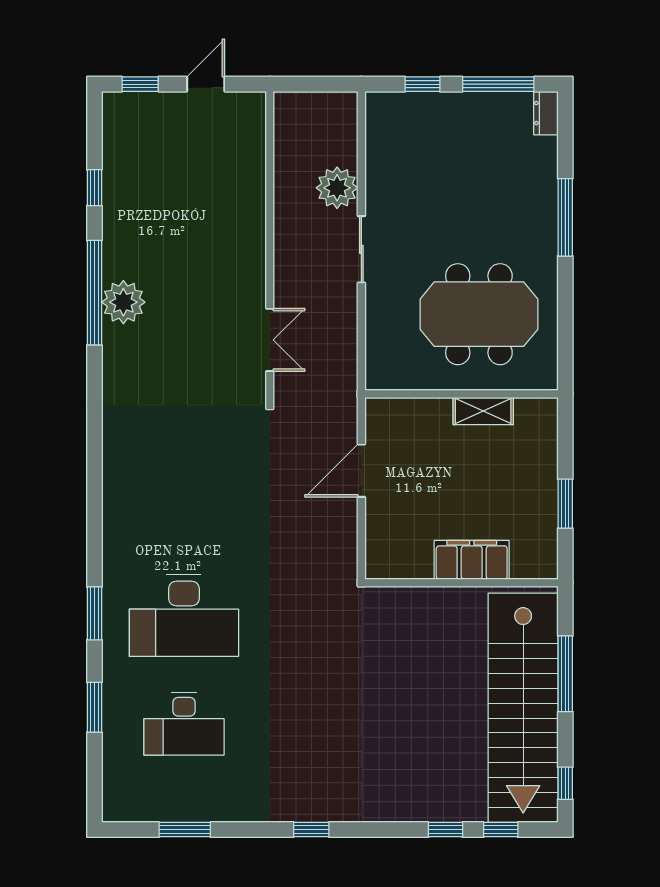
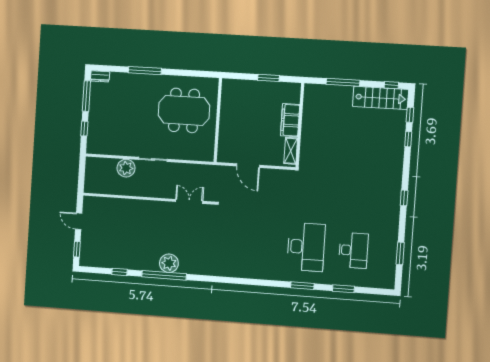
meeting table: (479, 314) -> (184, 110), turned 90
shelving: (483, 411) -> (291, 151), moved
stairs: (523, 708) -> (380, 98), width x0.54, depth x0.66

